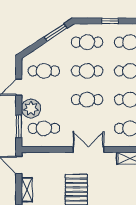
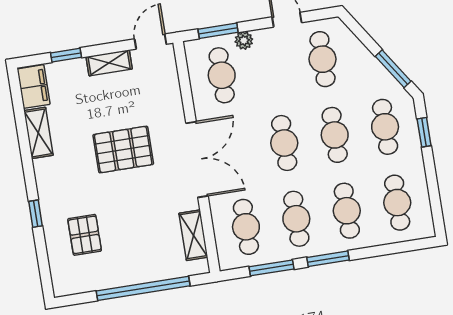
window: (110, 21) -> (424, 132), moved
plant: (31, 109) -> (244, 40), width x0.53, depth x0.53
double door: (88, 150) -> (197, 159), width x1.37

